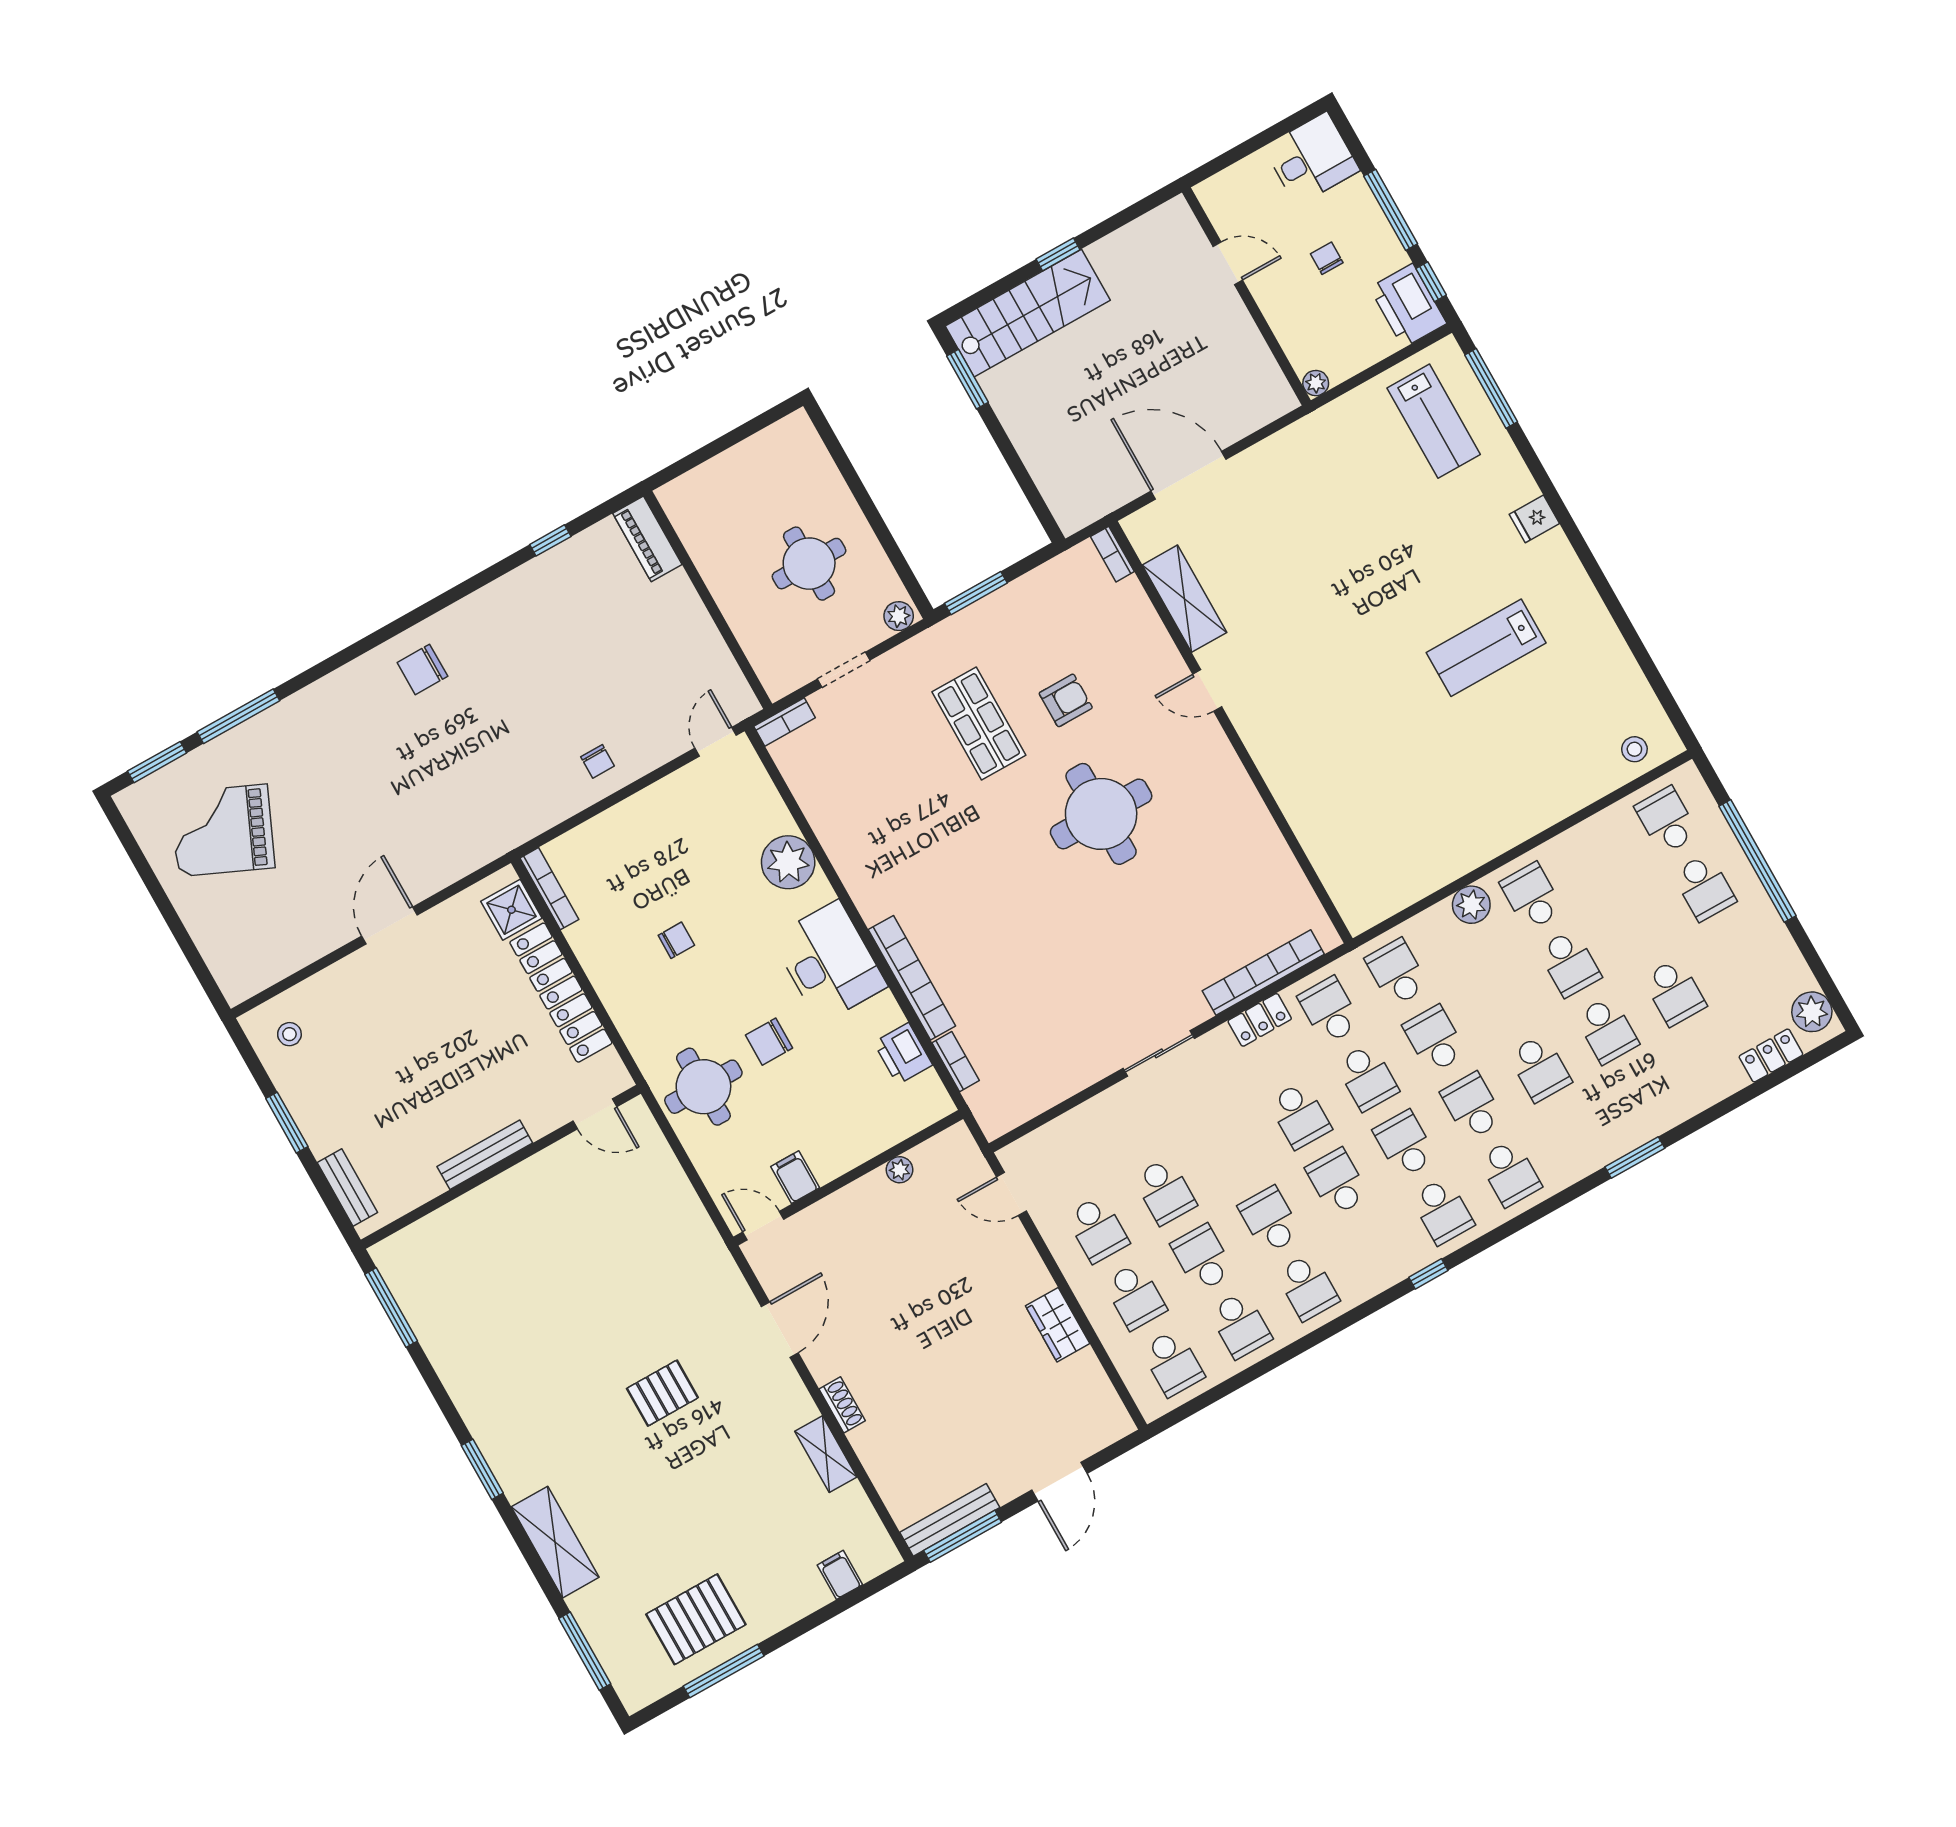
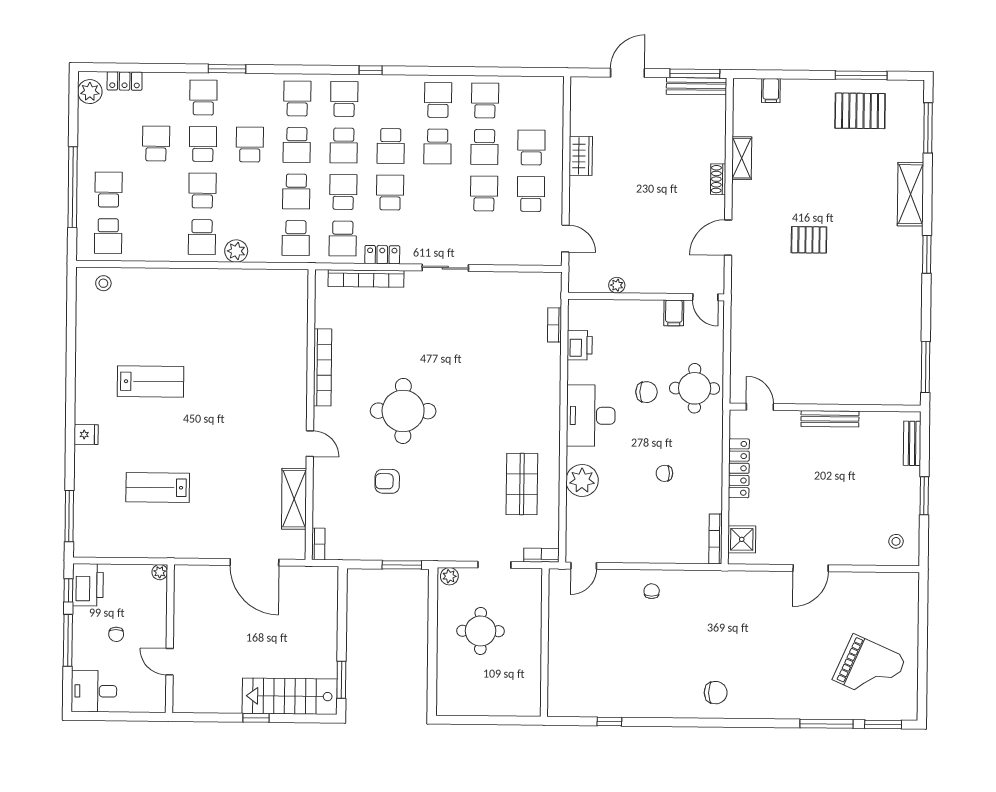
lab bench: (1434, 421) -> (158, 488), moved, turned -90
piano: (647, 539) -> (558, 693), removed
shop shelf: (979, 723) -> (522, 484), moved
bookcase: (912, 978) -> (323, 367), moved, turned 180
locker: (561, 993) -> (739, 468), width x0.71, depth x0.83
school desk: (1173, 1363) -> (203, 98), moved

